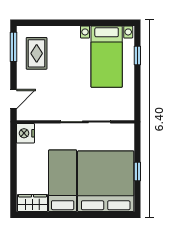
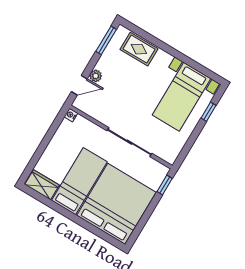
rug: (37, 53) -> (139, 49), moved, turned 90
plant: (23, 83) -> (96, 76), added
nightstand: (25, 133) -> (71, 115), width x0.53, depth x0.56
window: (137, 172) -> (165, 185), moved

